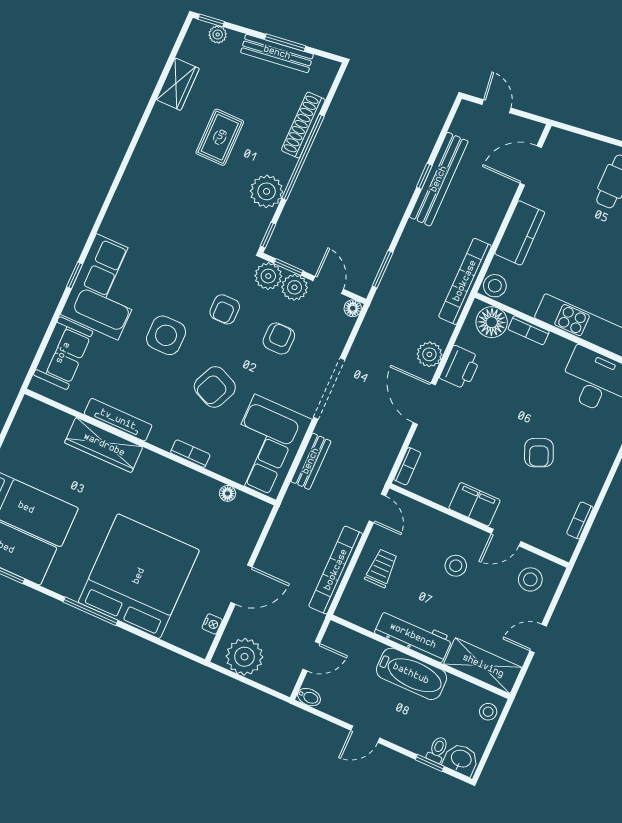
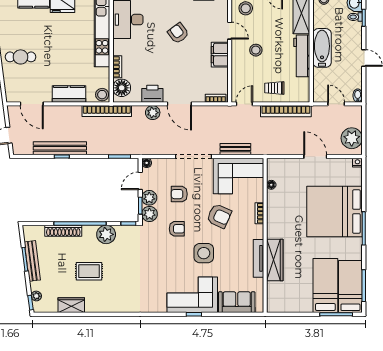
door: (424, 404) -> (179, 104), hinge flipped
armchair: (539, 453) -> (178, 33), turned -104
nightstand: (212, 624) -> (357, 163), moved

